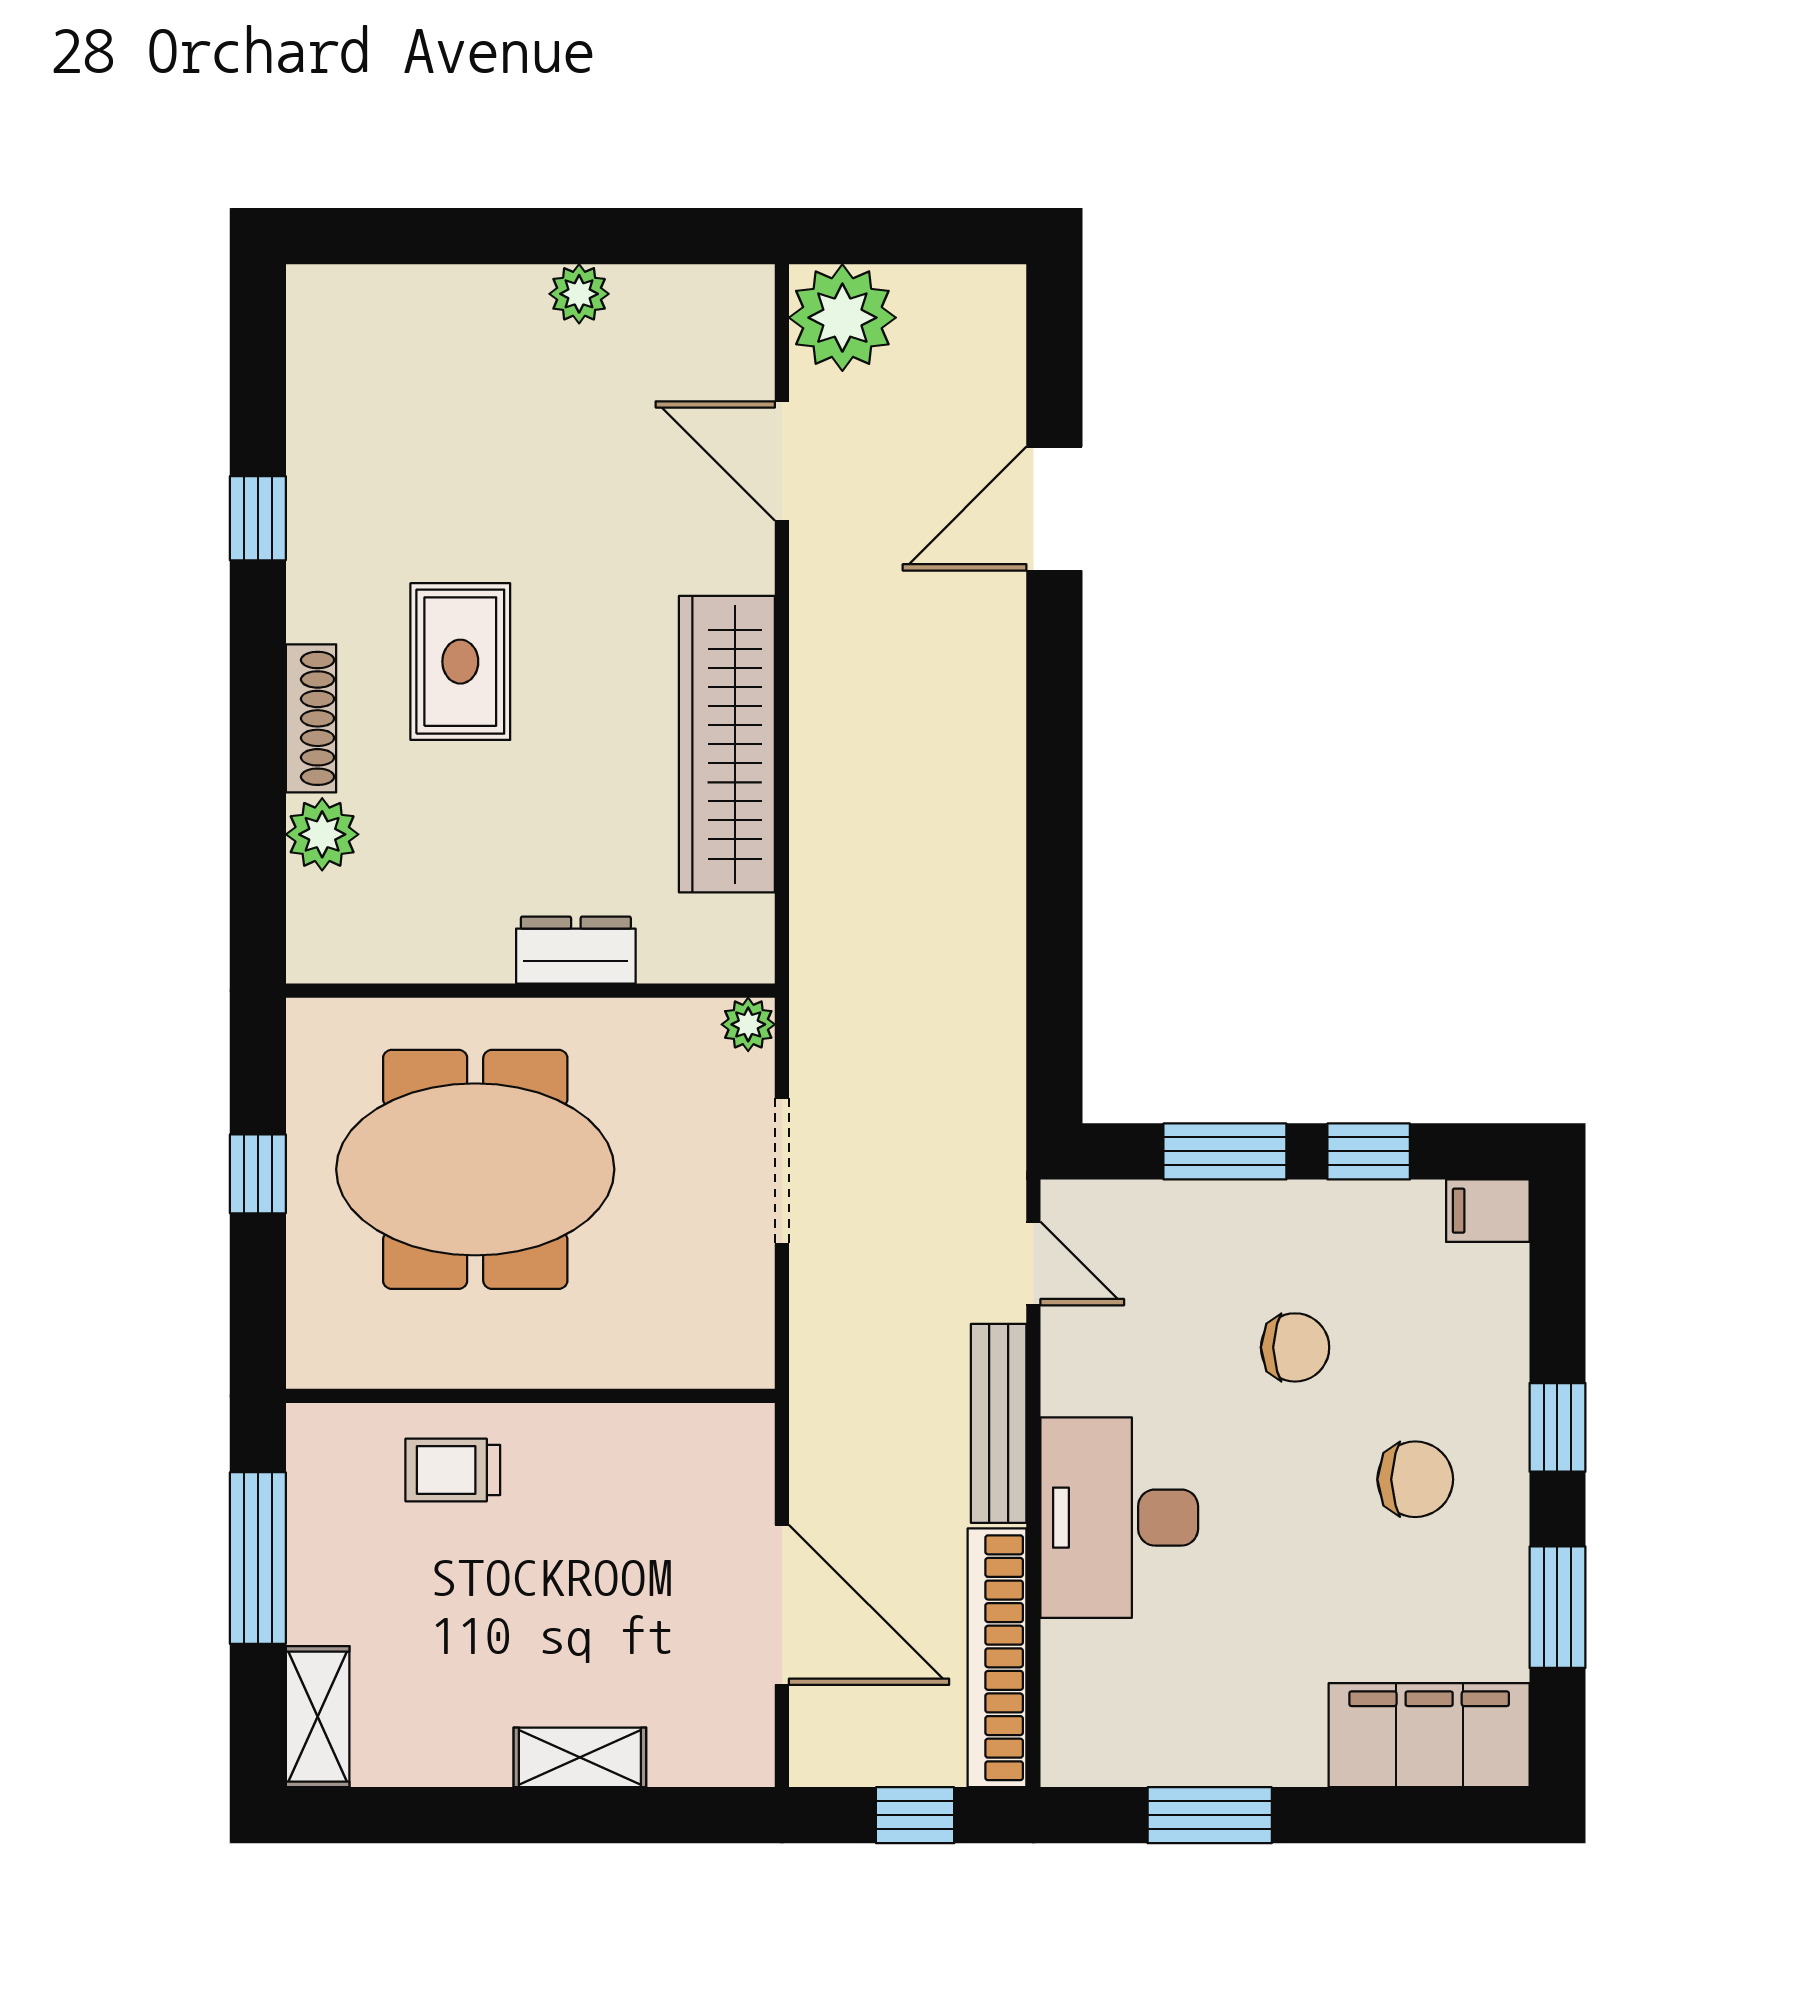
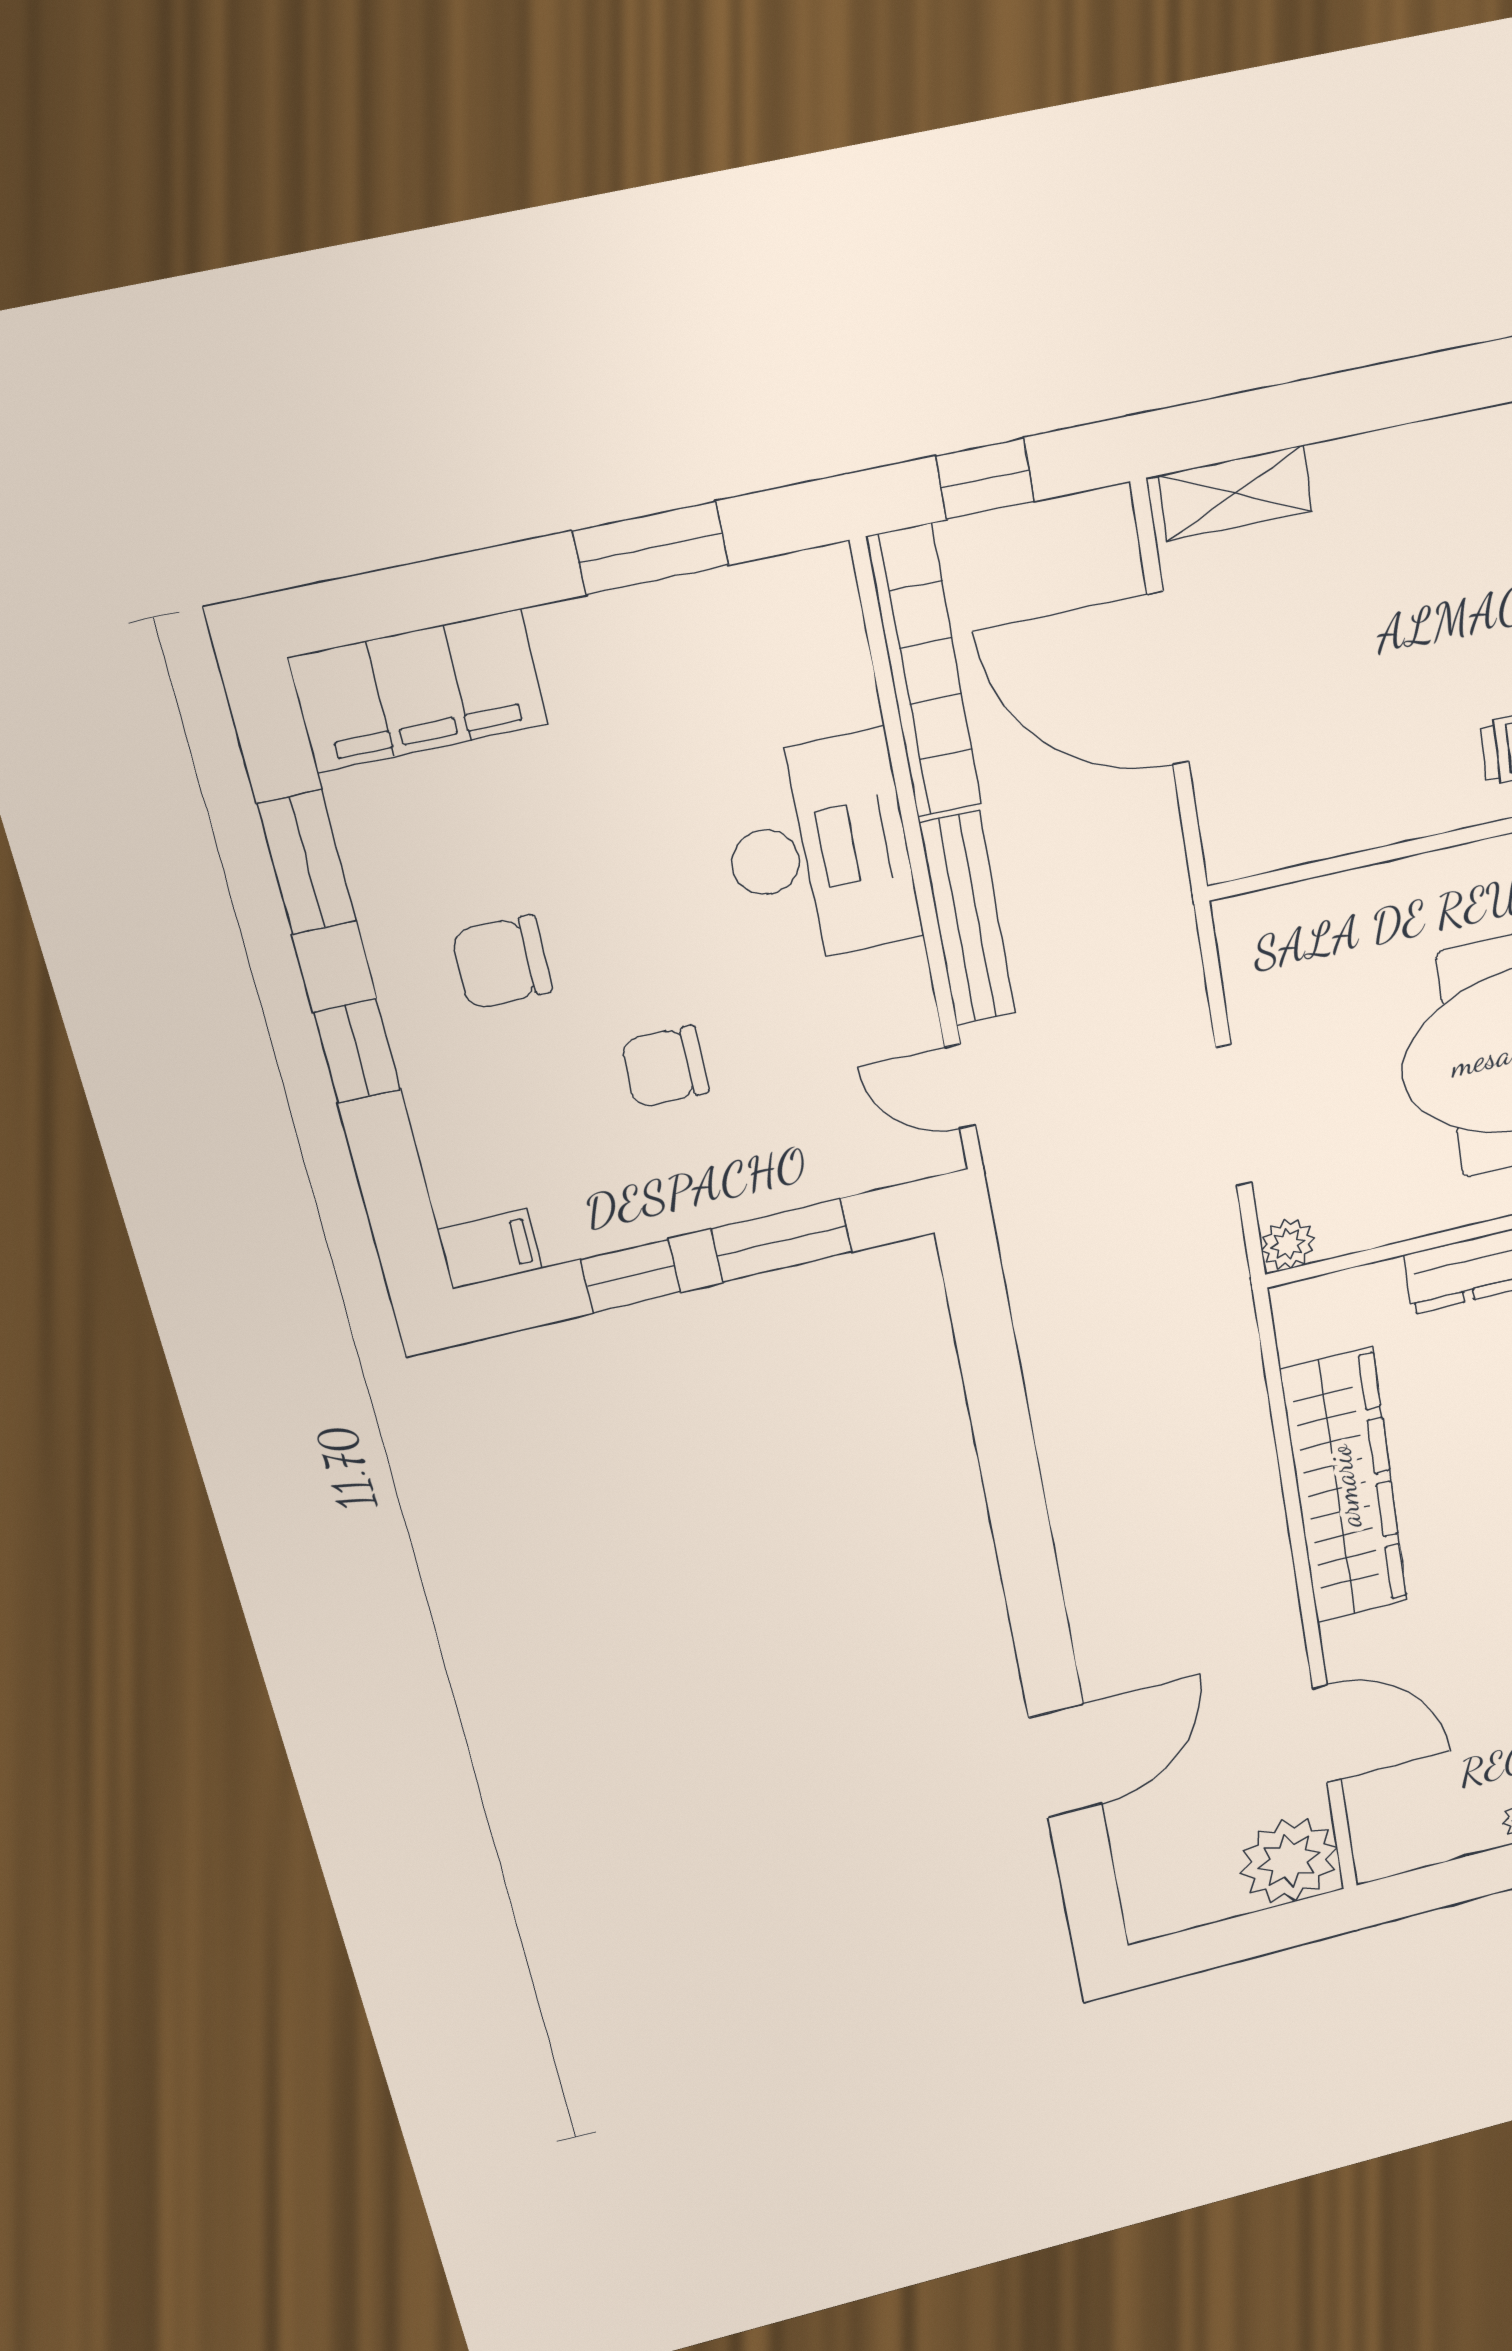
shelving: (580, 1757) -> (1235, 493), moved

